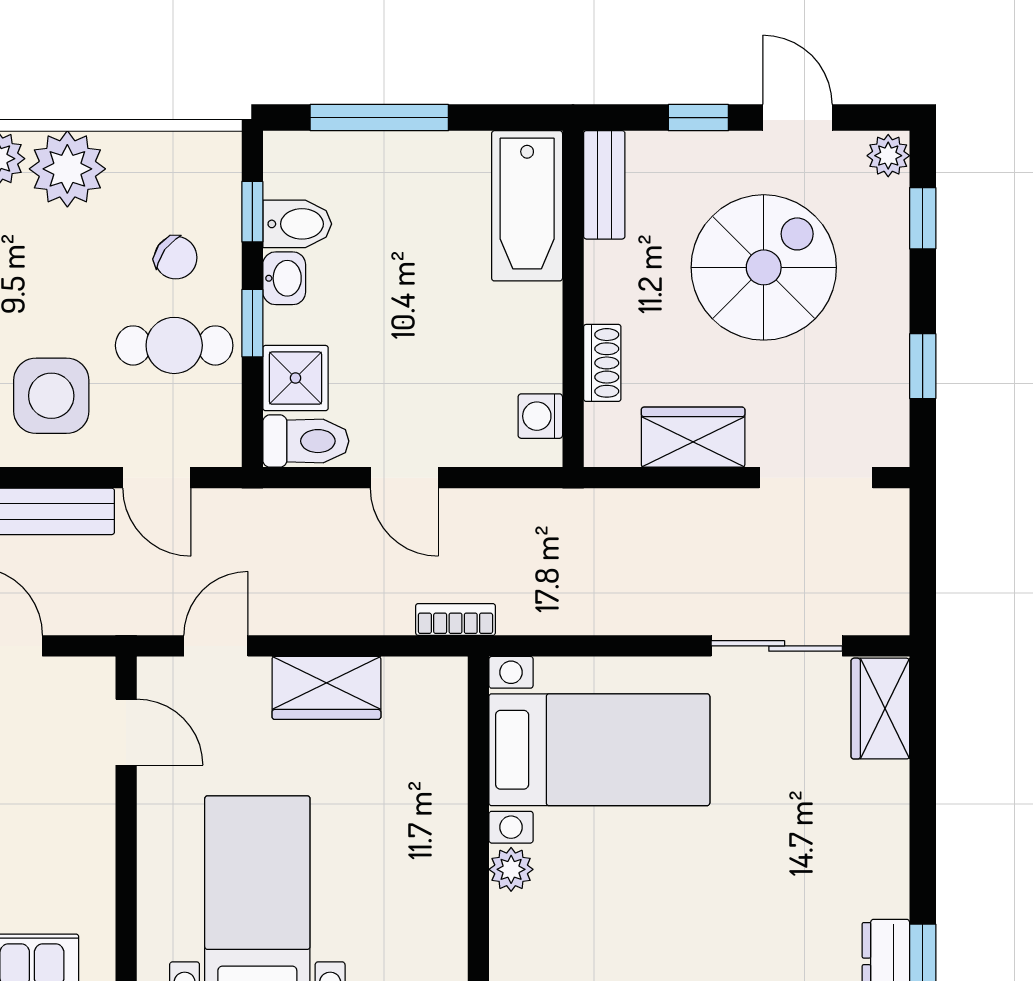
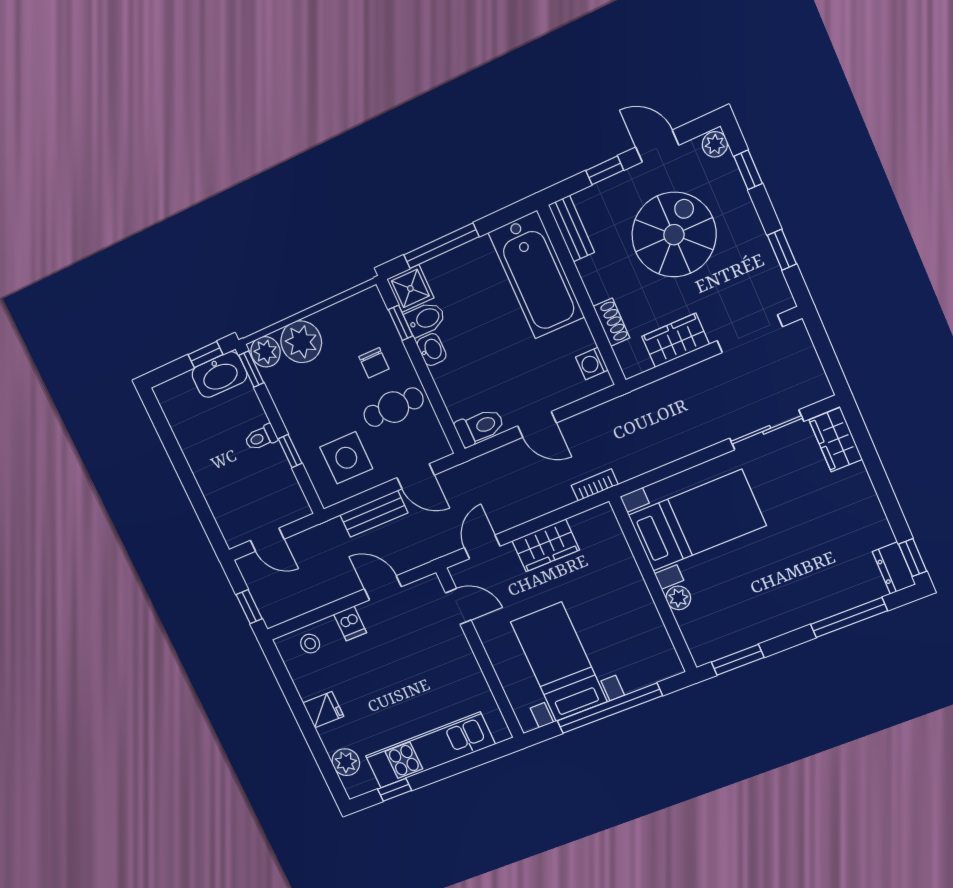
bathtub: (527, 206) -> (536, 275), width x1.36, depth x1.36
chair: (176, 258) -> (374, 363), turned 54
window: (252, 323) -> (426, 379), removed
shower: (295, 378) -> (410, 288), moved

